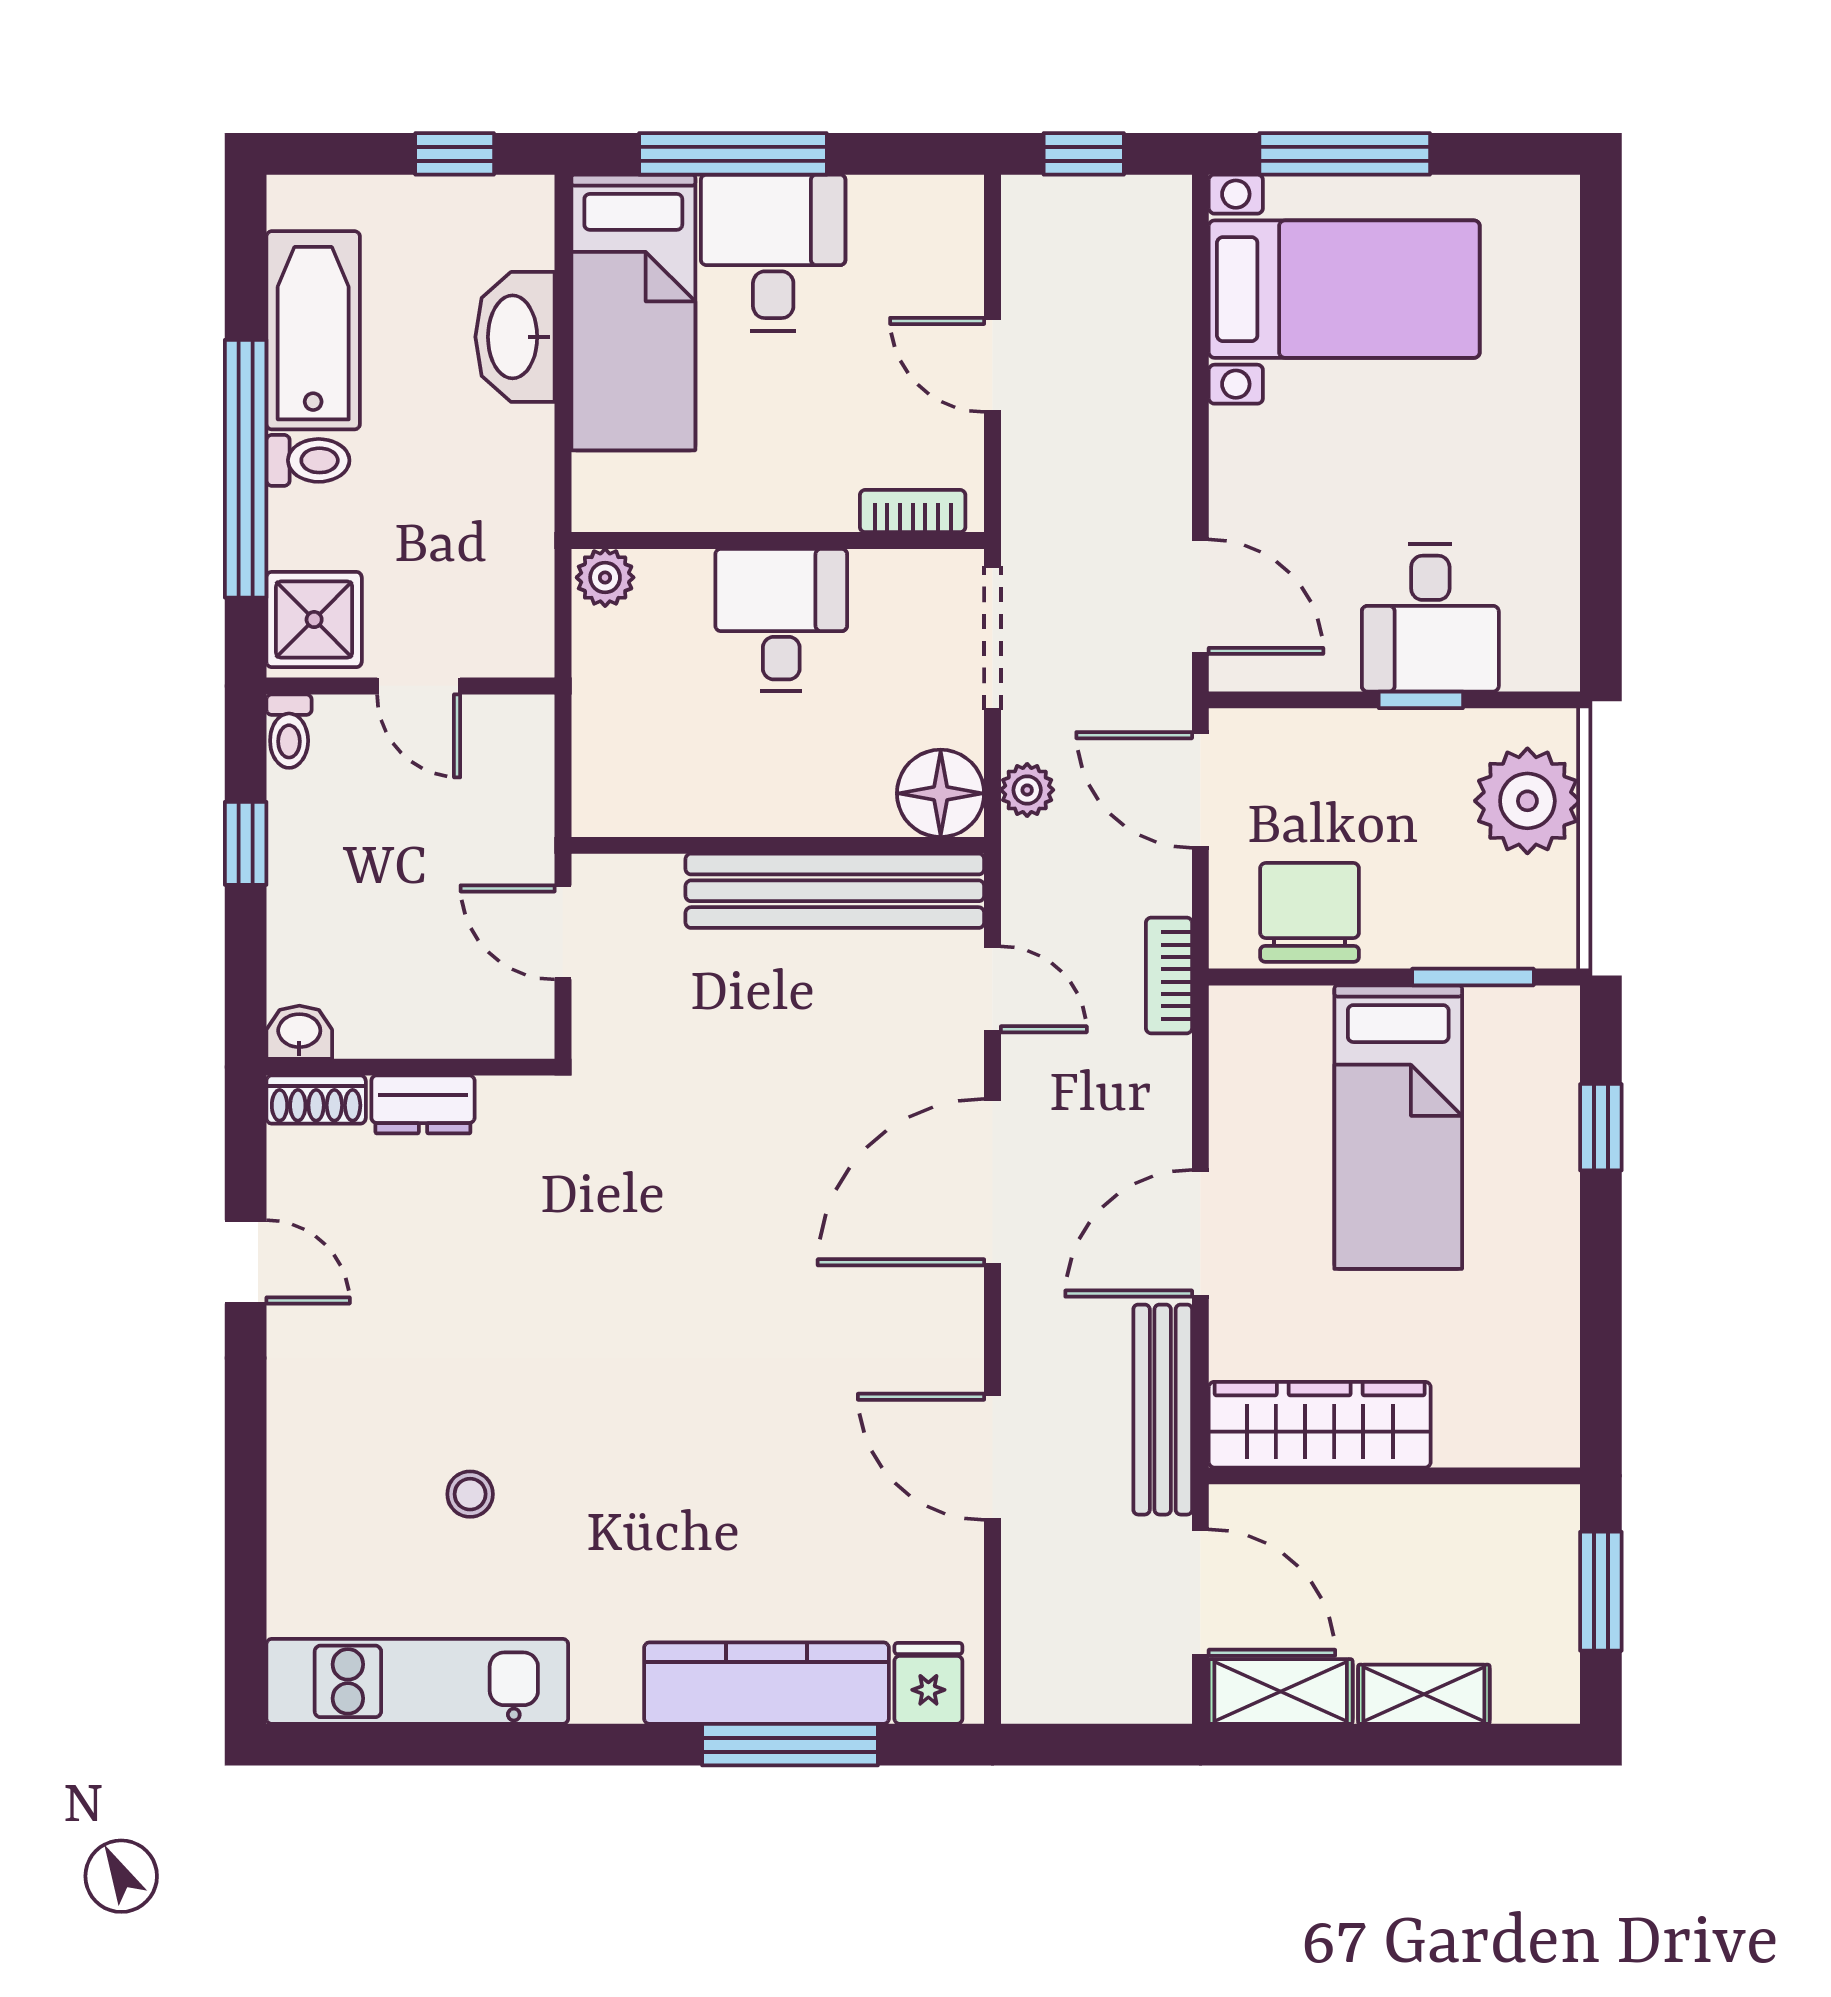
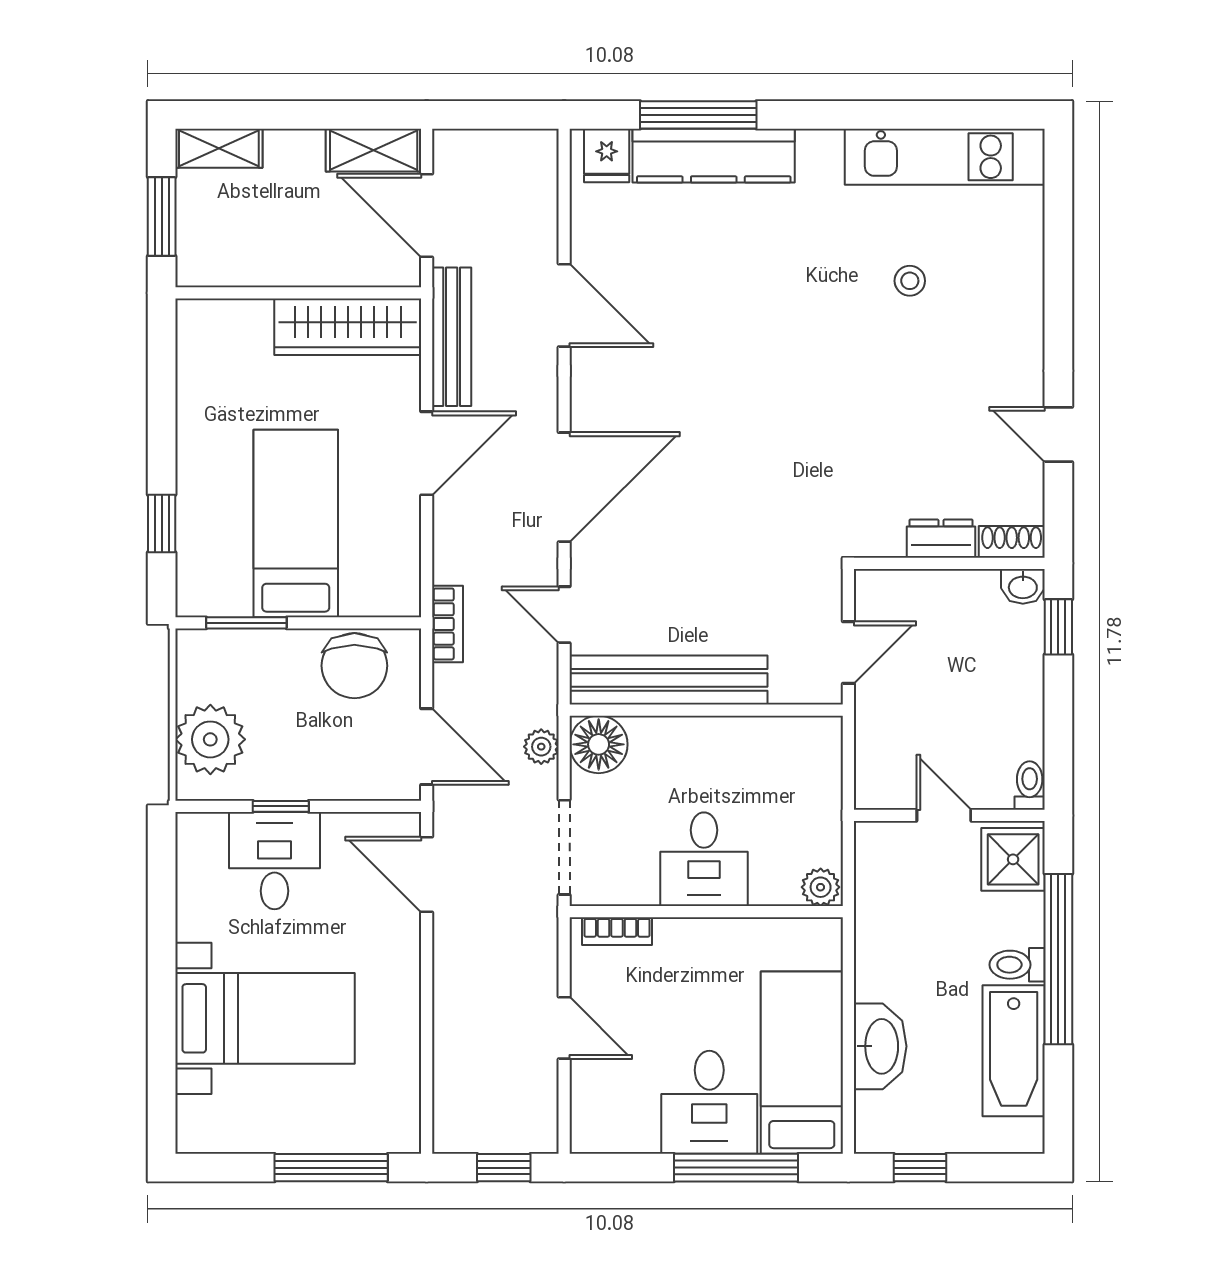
bed with nightstands: (1344, 289) -> (265, 1018), moved, turned 180
window: (246, 843) -> (1058, 627), moved
door: (563, 932) -> (848, 652), hinge flipped
shelving: (1424, 1694) -> (219, 148), moved

